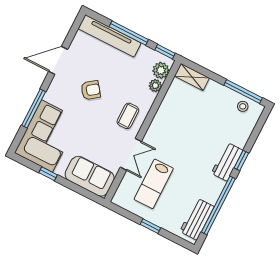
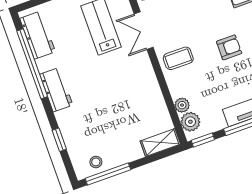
armchair: (91, 90) -> (229, 47), turned -143
coffee table: (128, 116) -> (178, 58), turned 90
window: (241, 160) -> (59, 140), moved
workbench: (227, 162) -> (56, 90), moved

